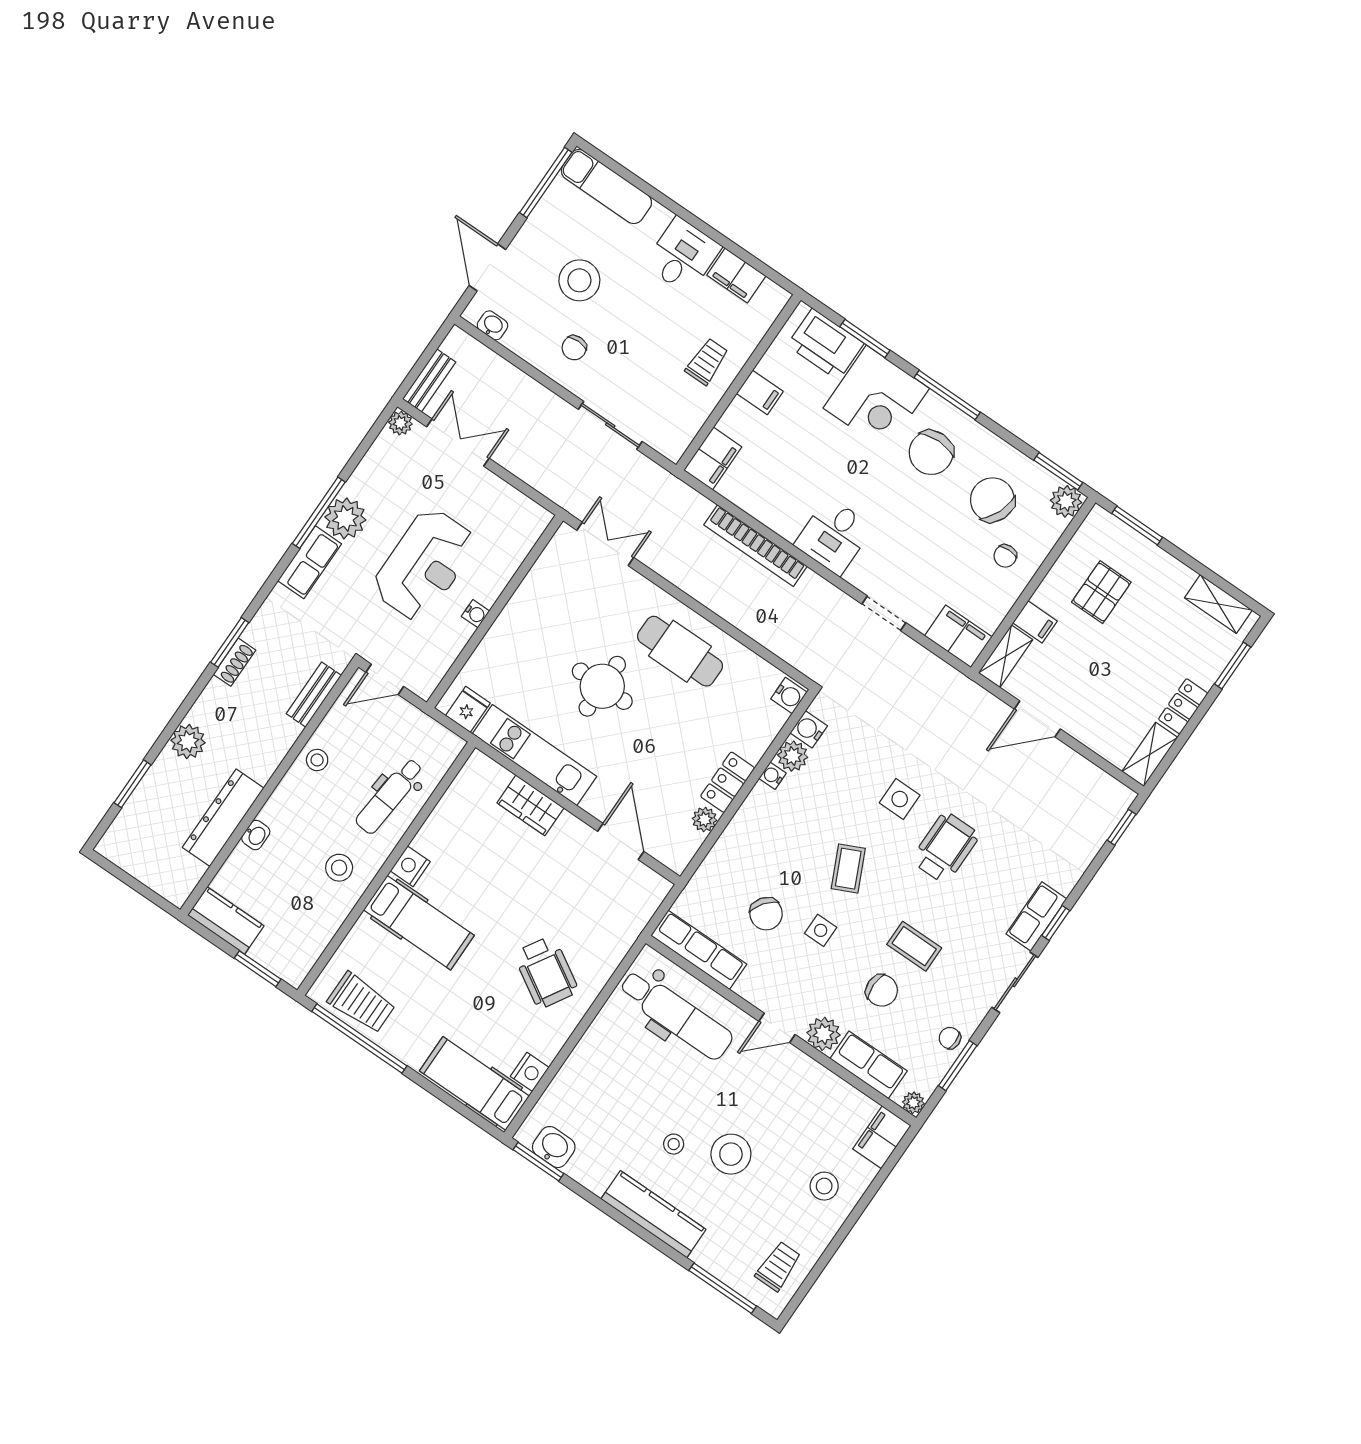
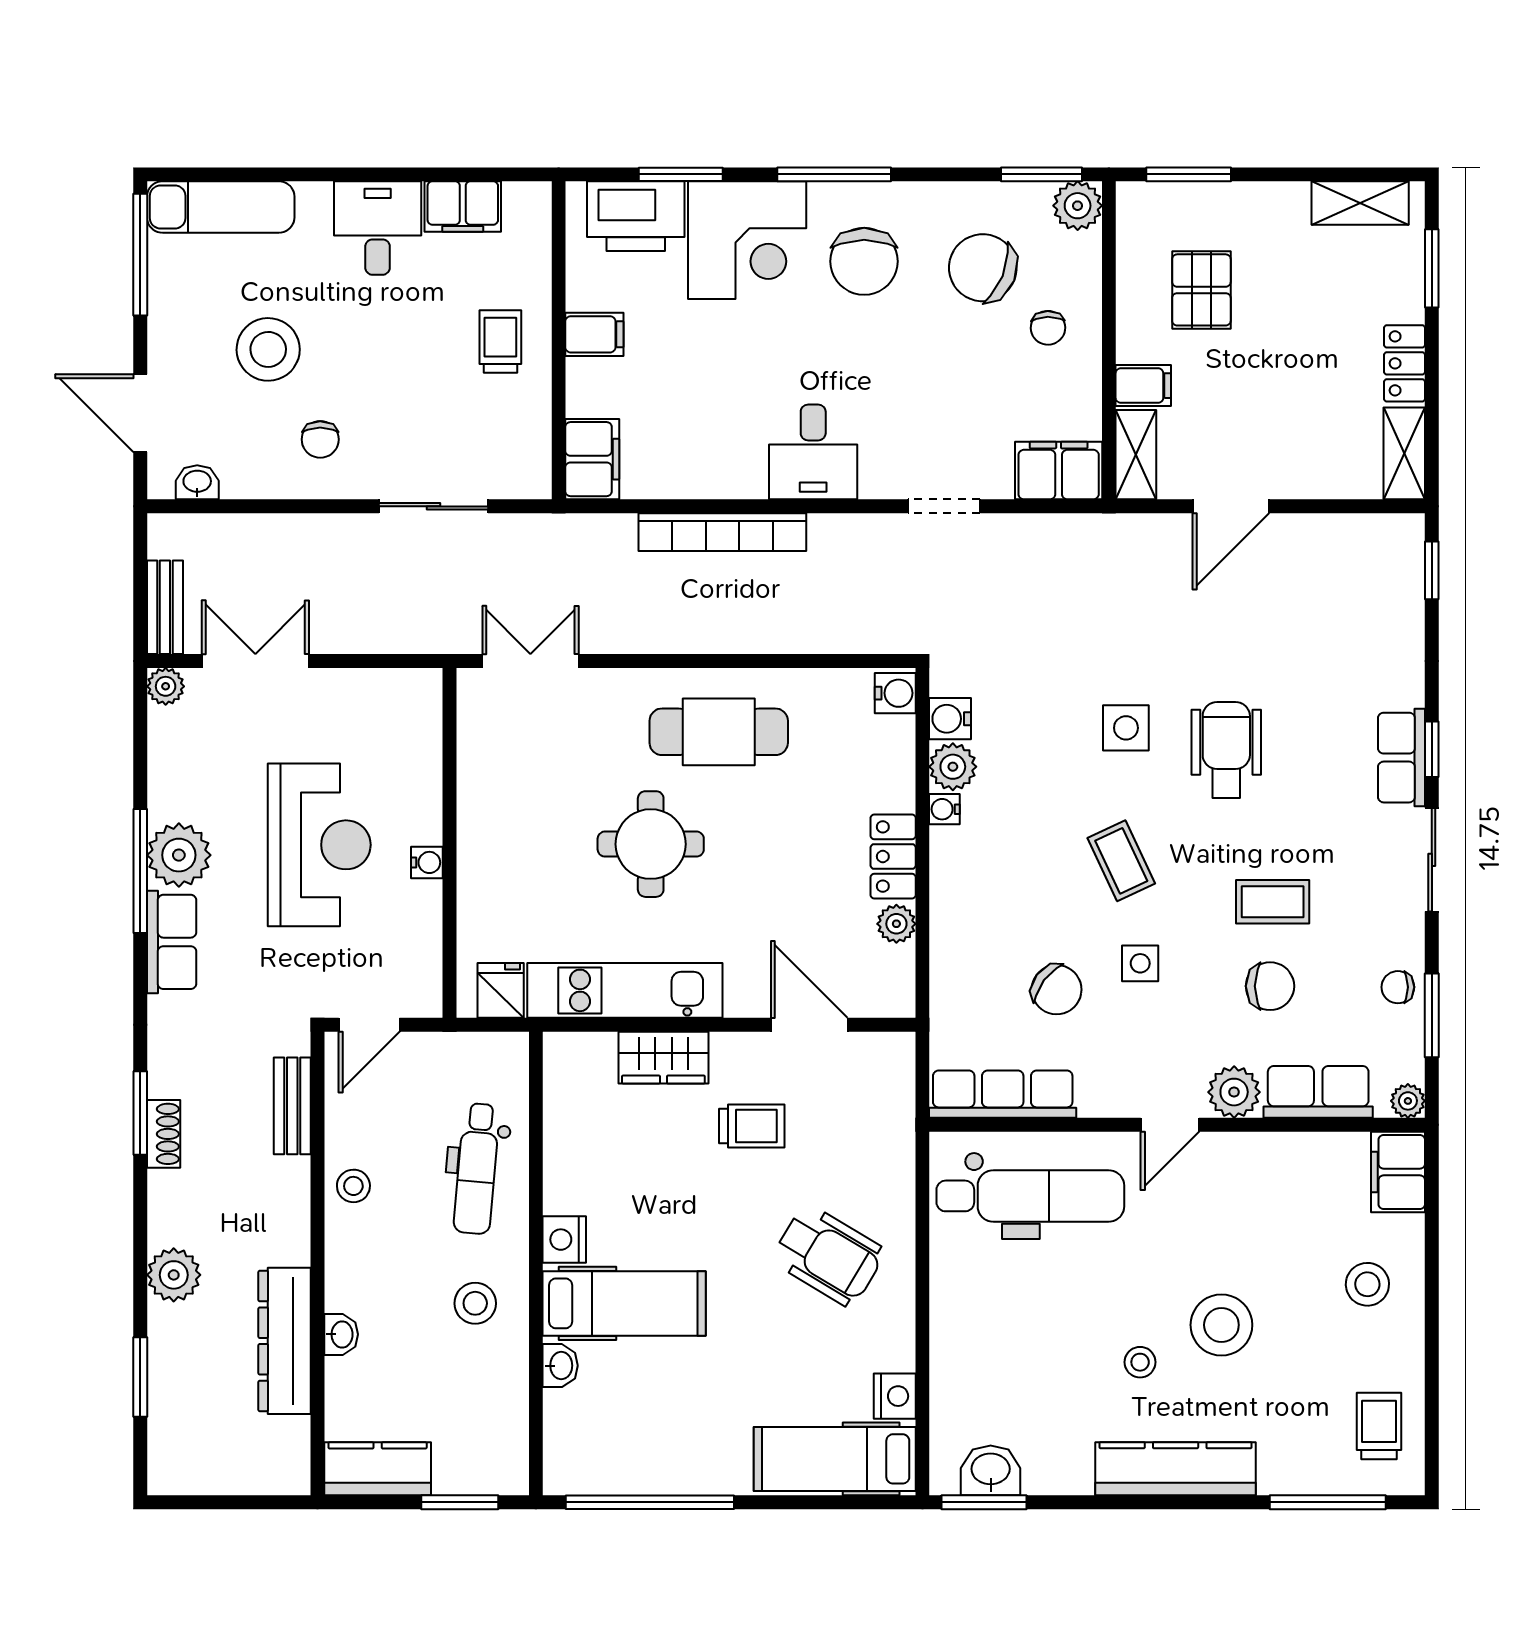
washbasin: (362, 932) -> (560, 1366), added
trolley: (361, 1003) -> (752, 1126), moved, width x0.73, depth x0.72

